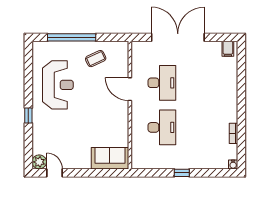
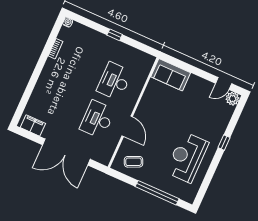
filing cabinet: (228, 49) -> (33, 125), width x2.00
coffee table: (96, 59) -> (134, 162), moved
door: (55, 173) -> (224, 83), hinge flipped

